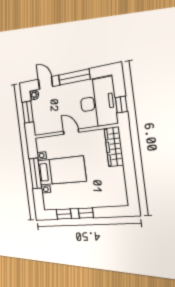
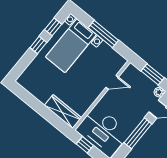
door: (71, 132) -> (112, 82), moved
bed with nightstands: (62, 171) -> (71, 46), moved

